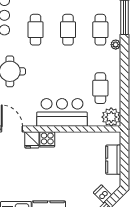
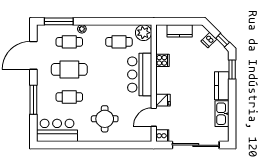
cafe table: (68, 30) -> (69, 69), width x1.37, depth x1.35
cooker: (47, 139) -> (163, 60), moved

